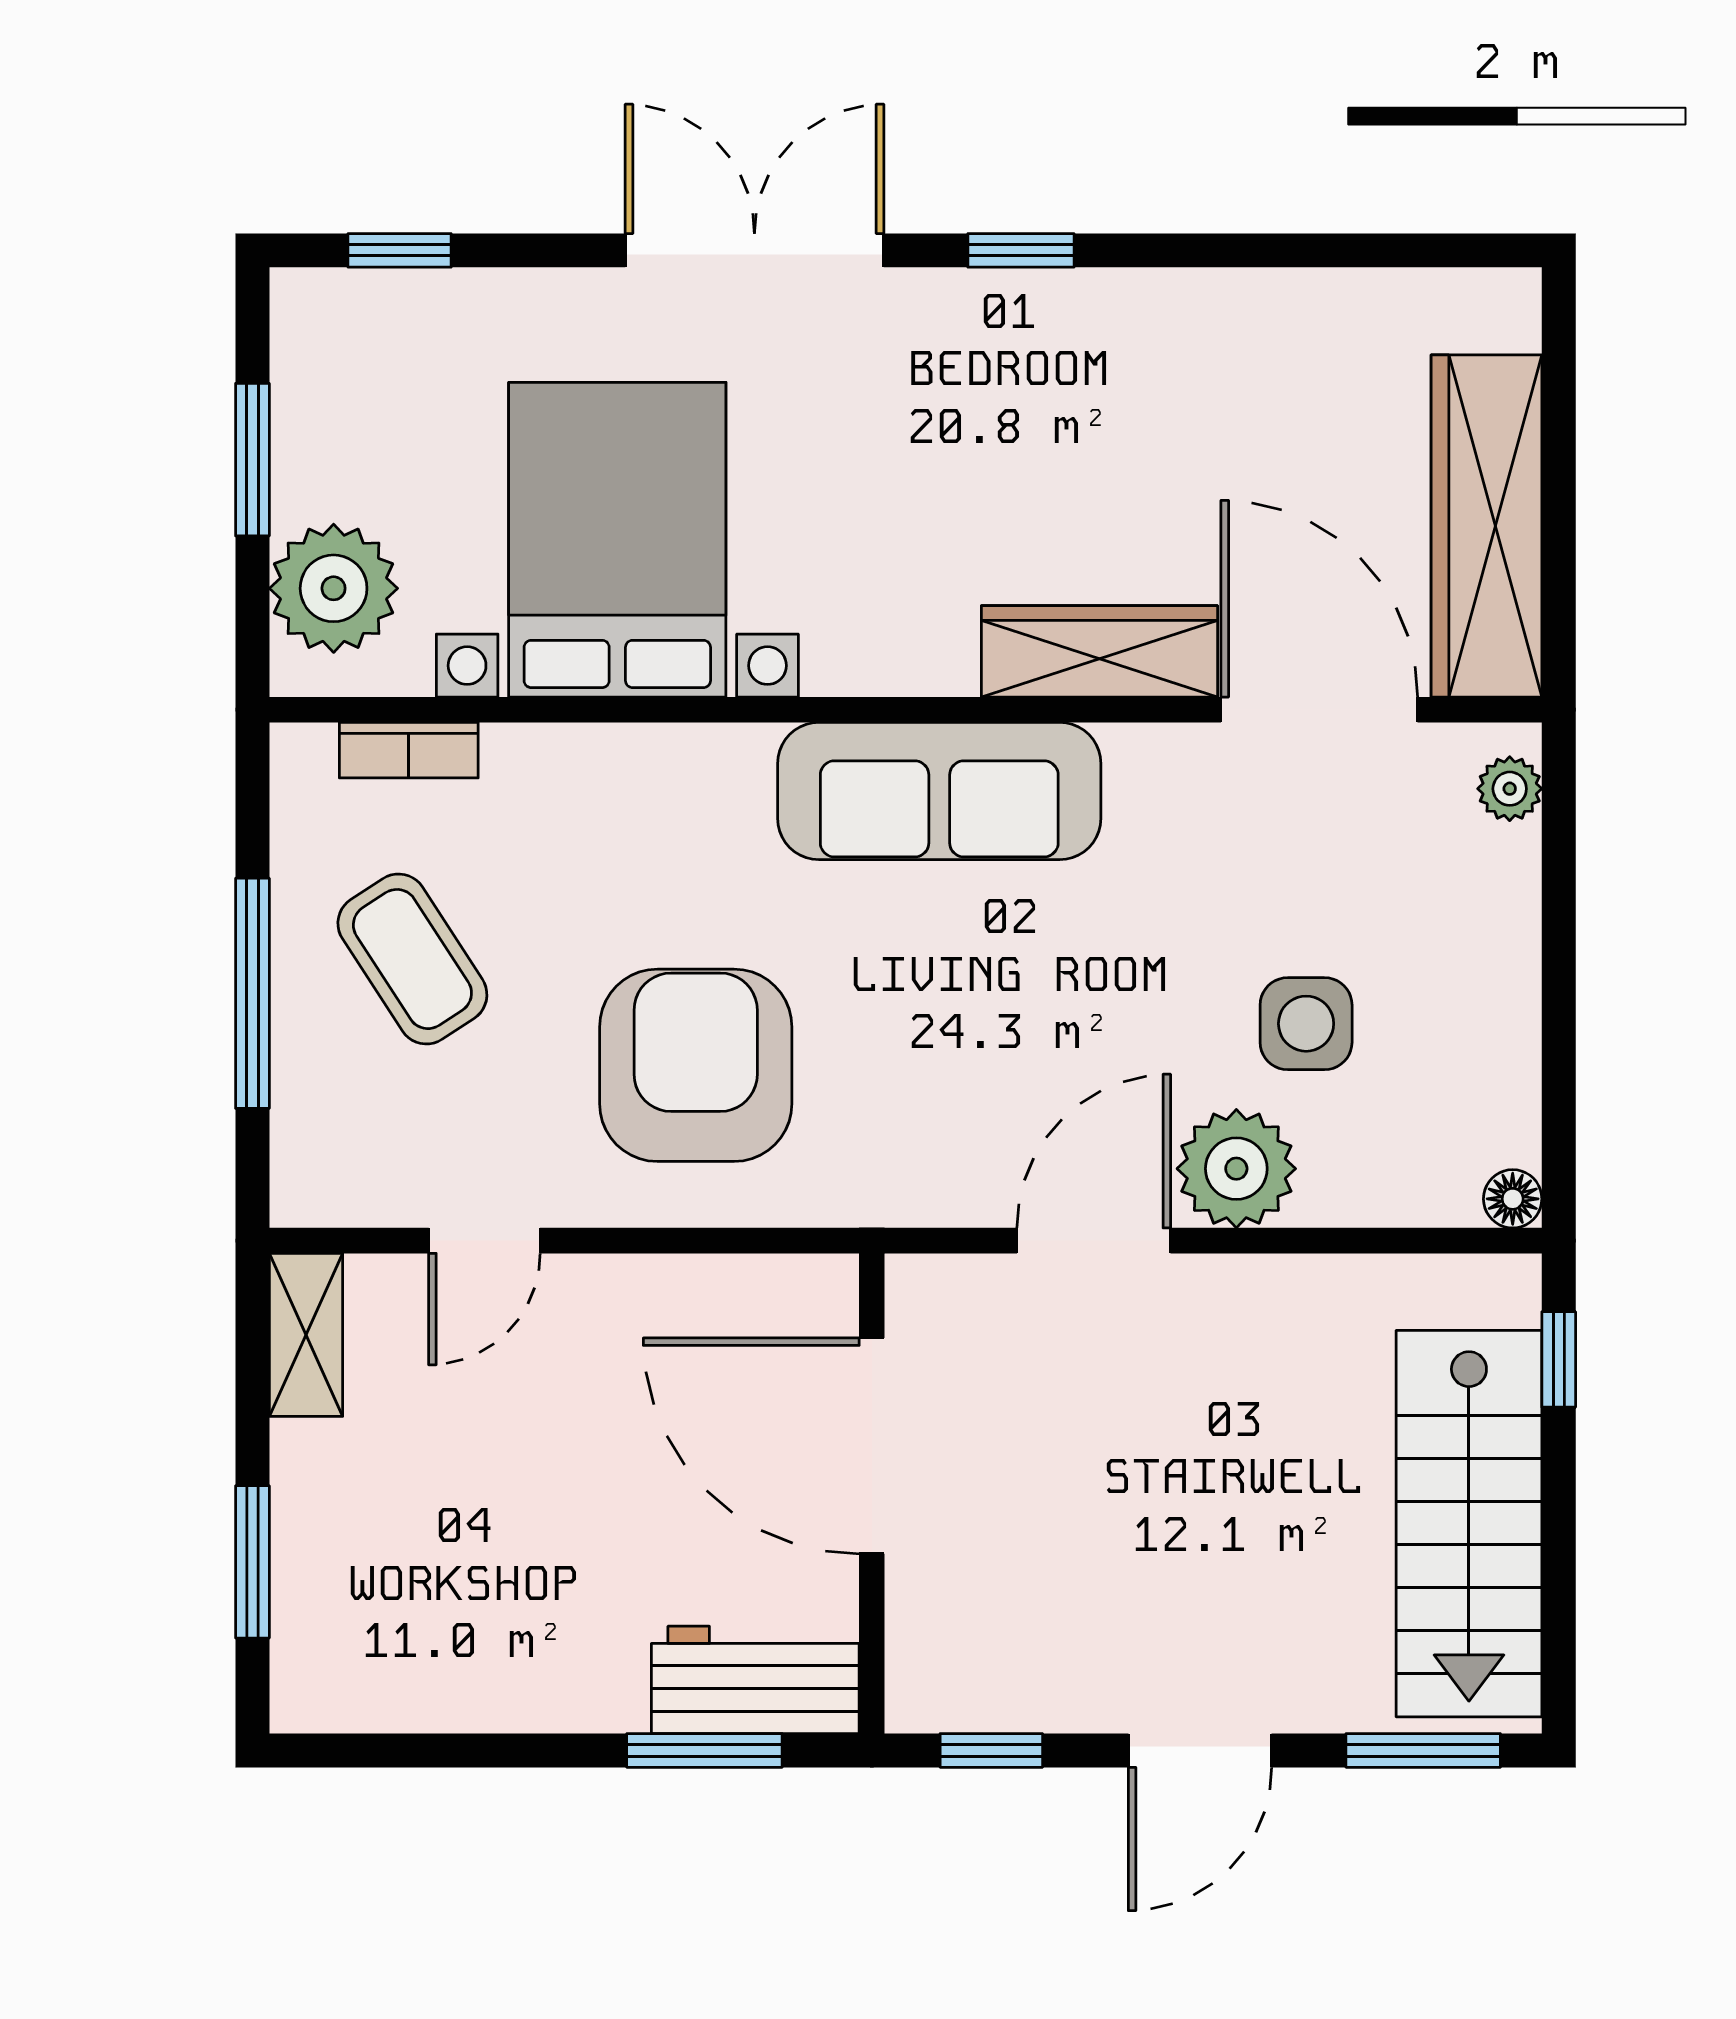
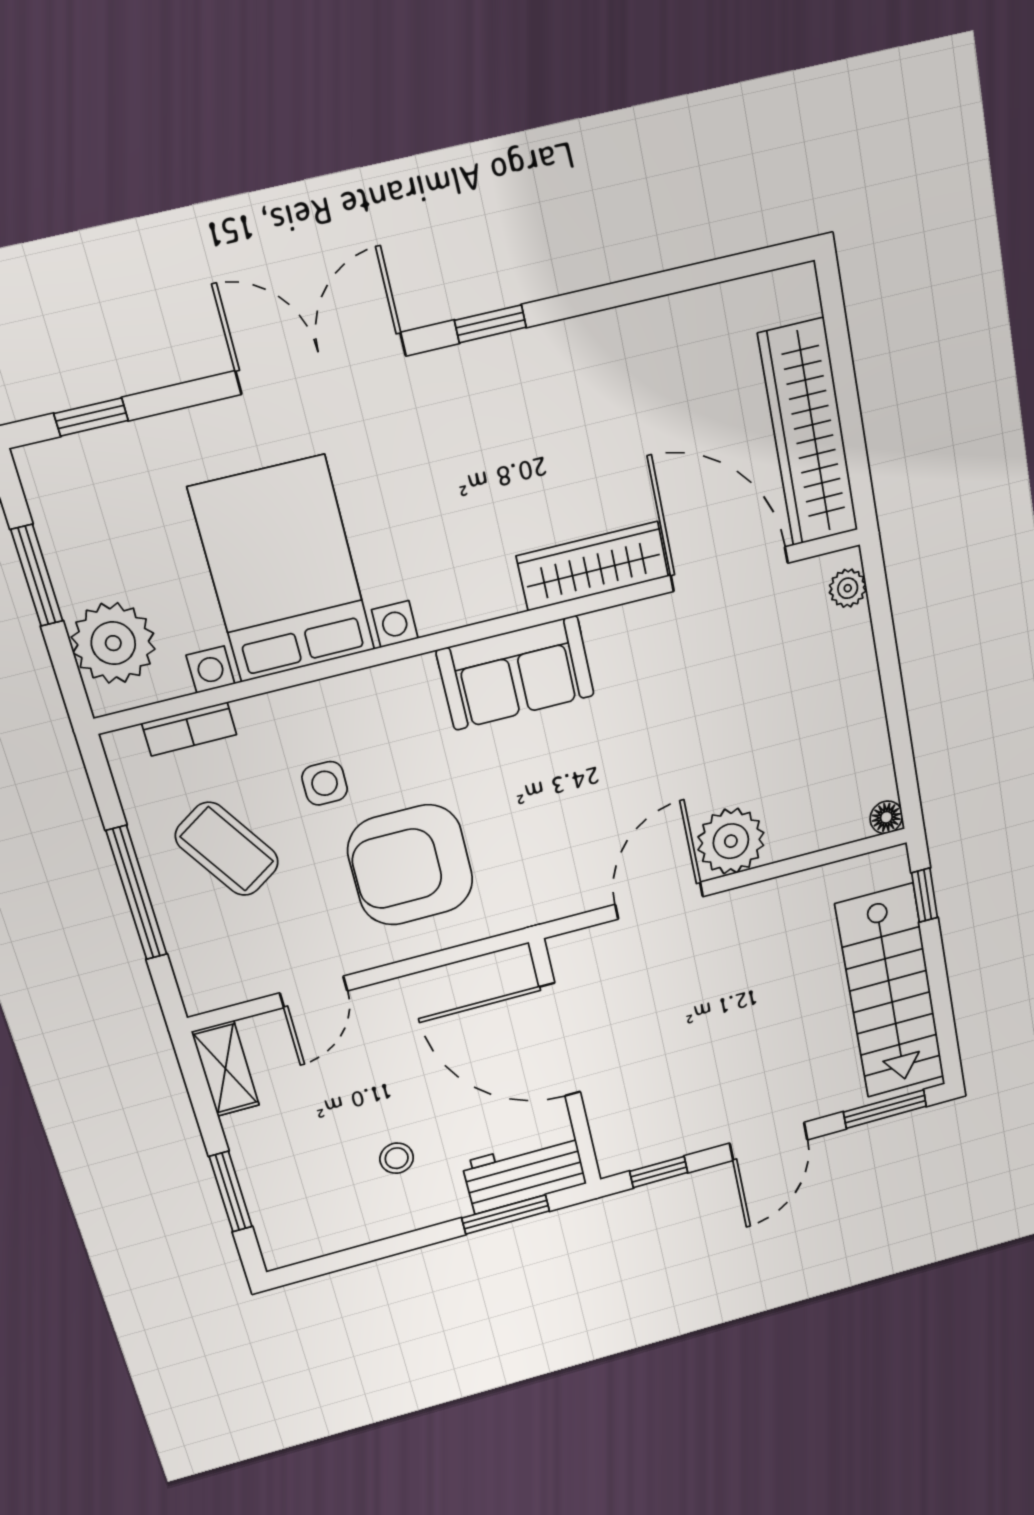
sofa: (939, 791) -> (516, 673), width x0.73
side table: (1306, 1024) -> (325, 783), moved, width x0.73, depth x0.73
armchair: (696, 1065) -> (410, 865), turned -90
stool: (544, 1584) -> (397, 1158), added

